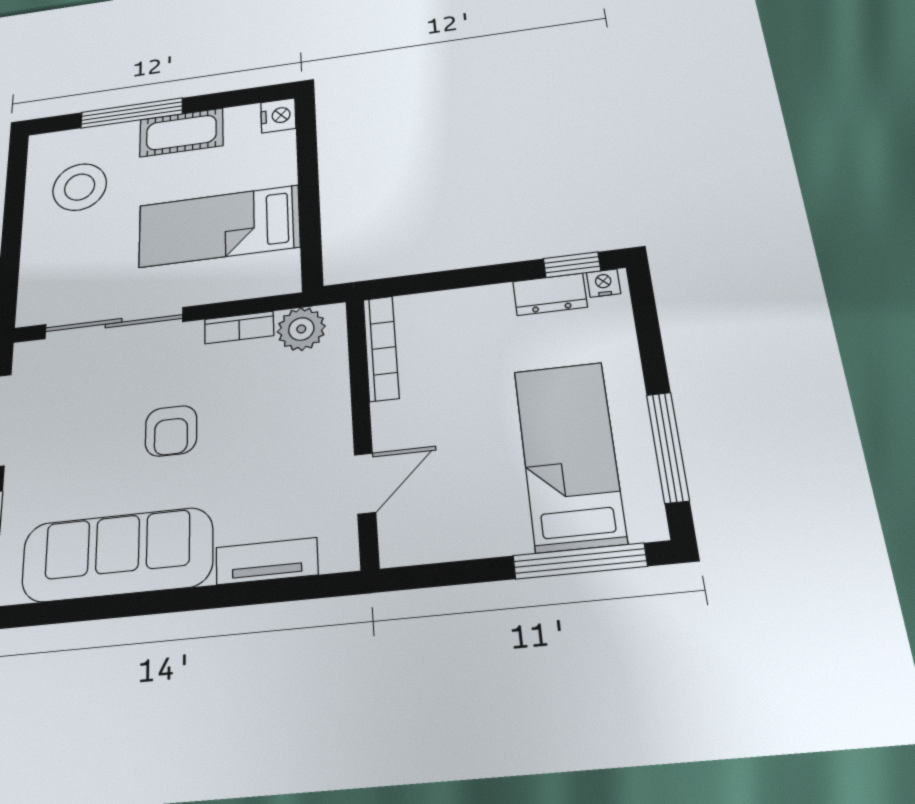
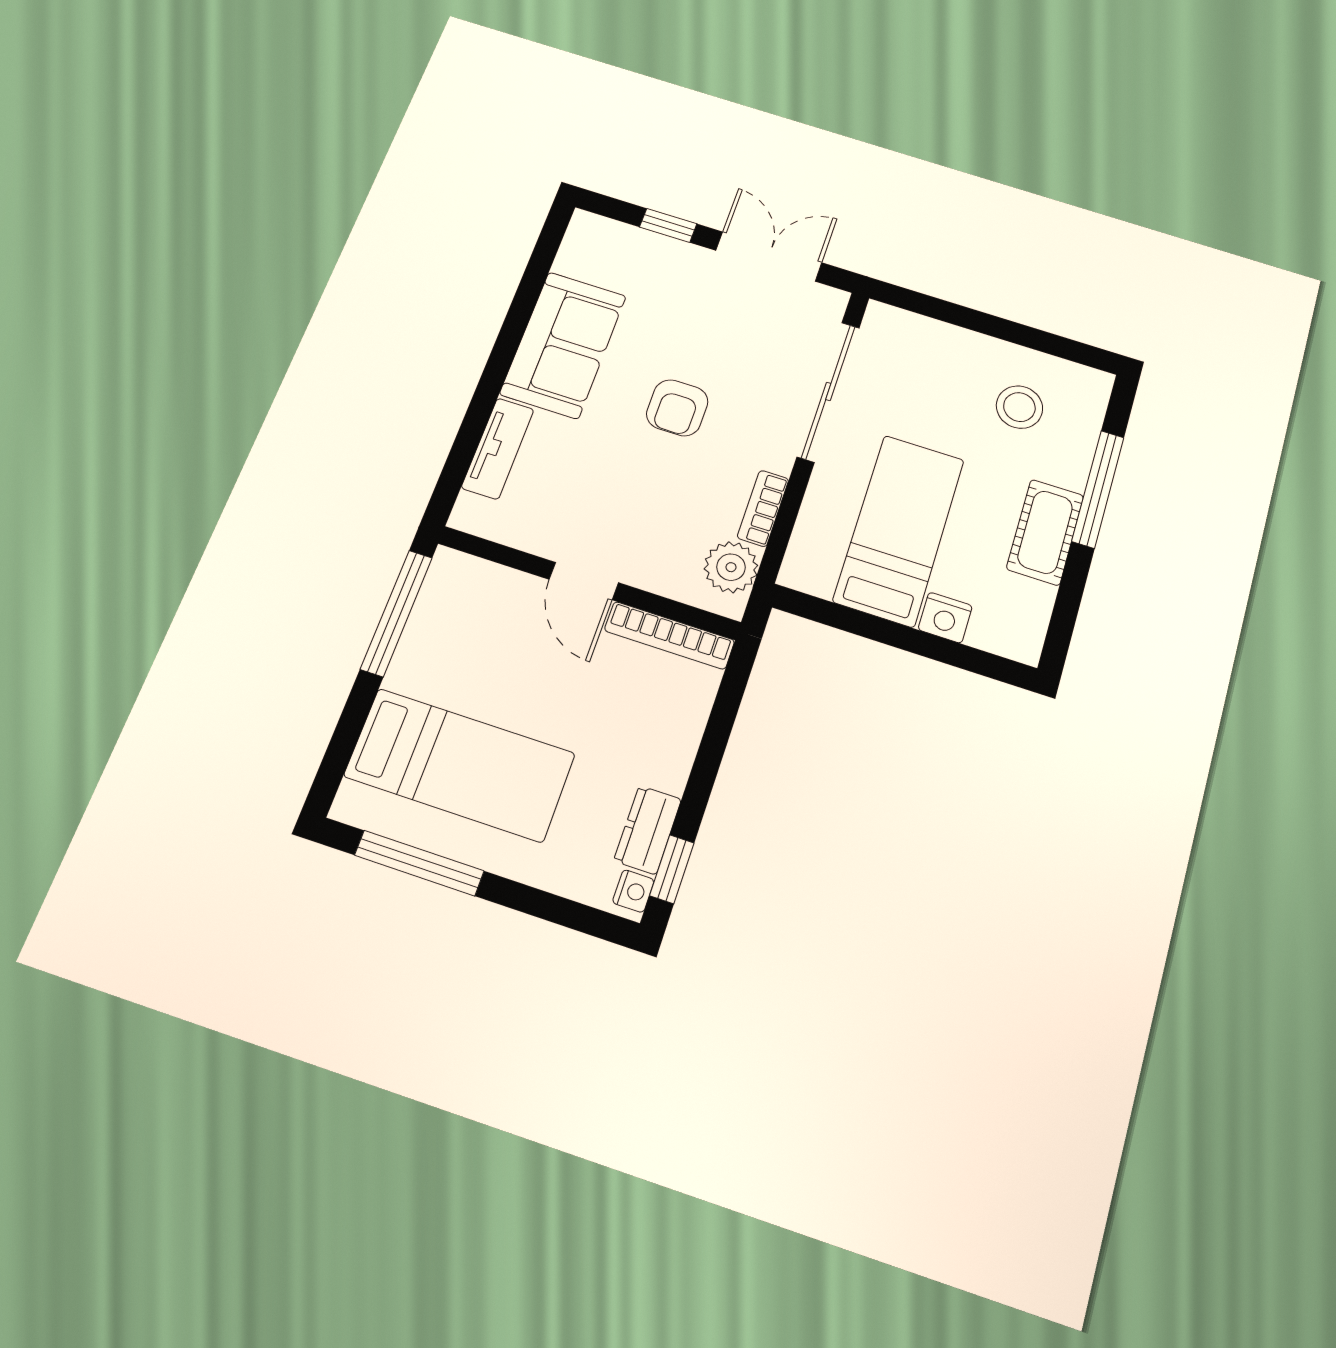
nightstand: (278, 115) -> (945, 618), moved
stool: (80, 187) -> (1019, 407), width x0.73, depth x0.73
armchair: (171, 431) -> (677, 408), turned -90
door: (365, 483) -> (584, 581), moved
sofa: (117, 555) -> (563, 345), width x0.73
window: (580, 561) -> (396, 613), moved

